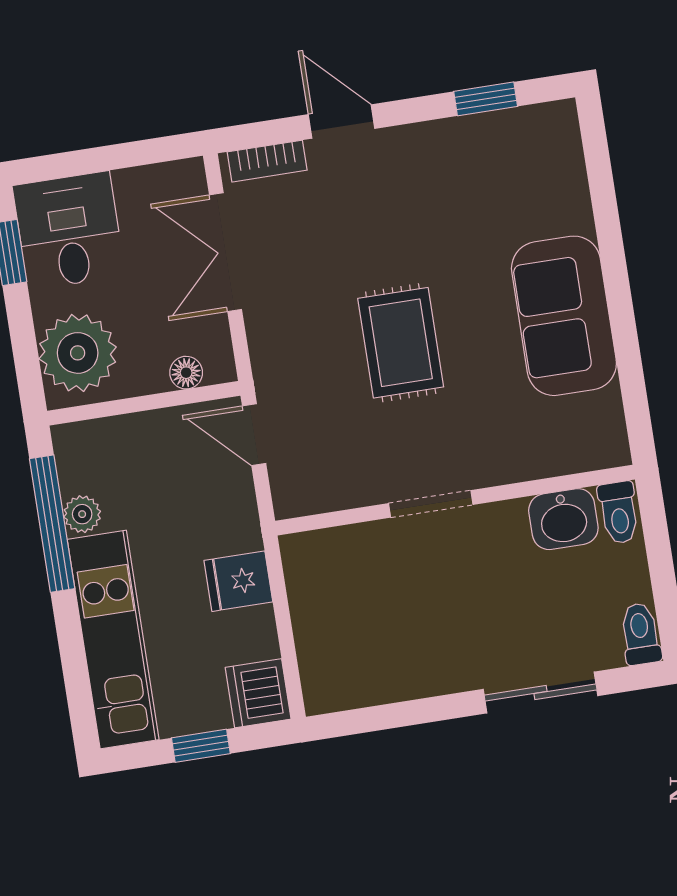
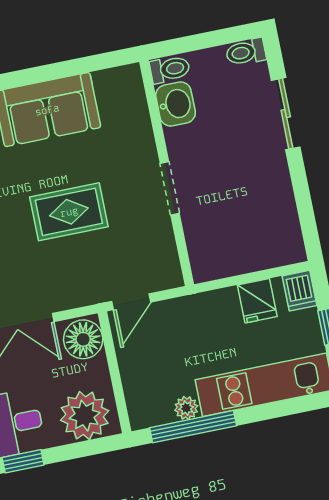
floor lamp: (186, 373) -> (83, 339), width x1.89, depth x1.89
fridge: (238, 581) -> (257, 301), moved
dishwasher: (258, 693) -> (299, 291), width x0.73

